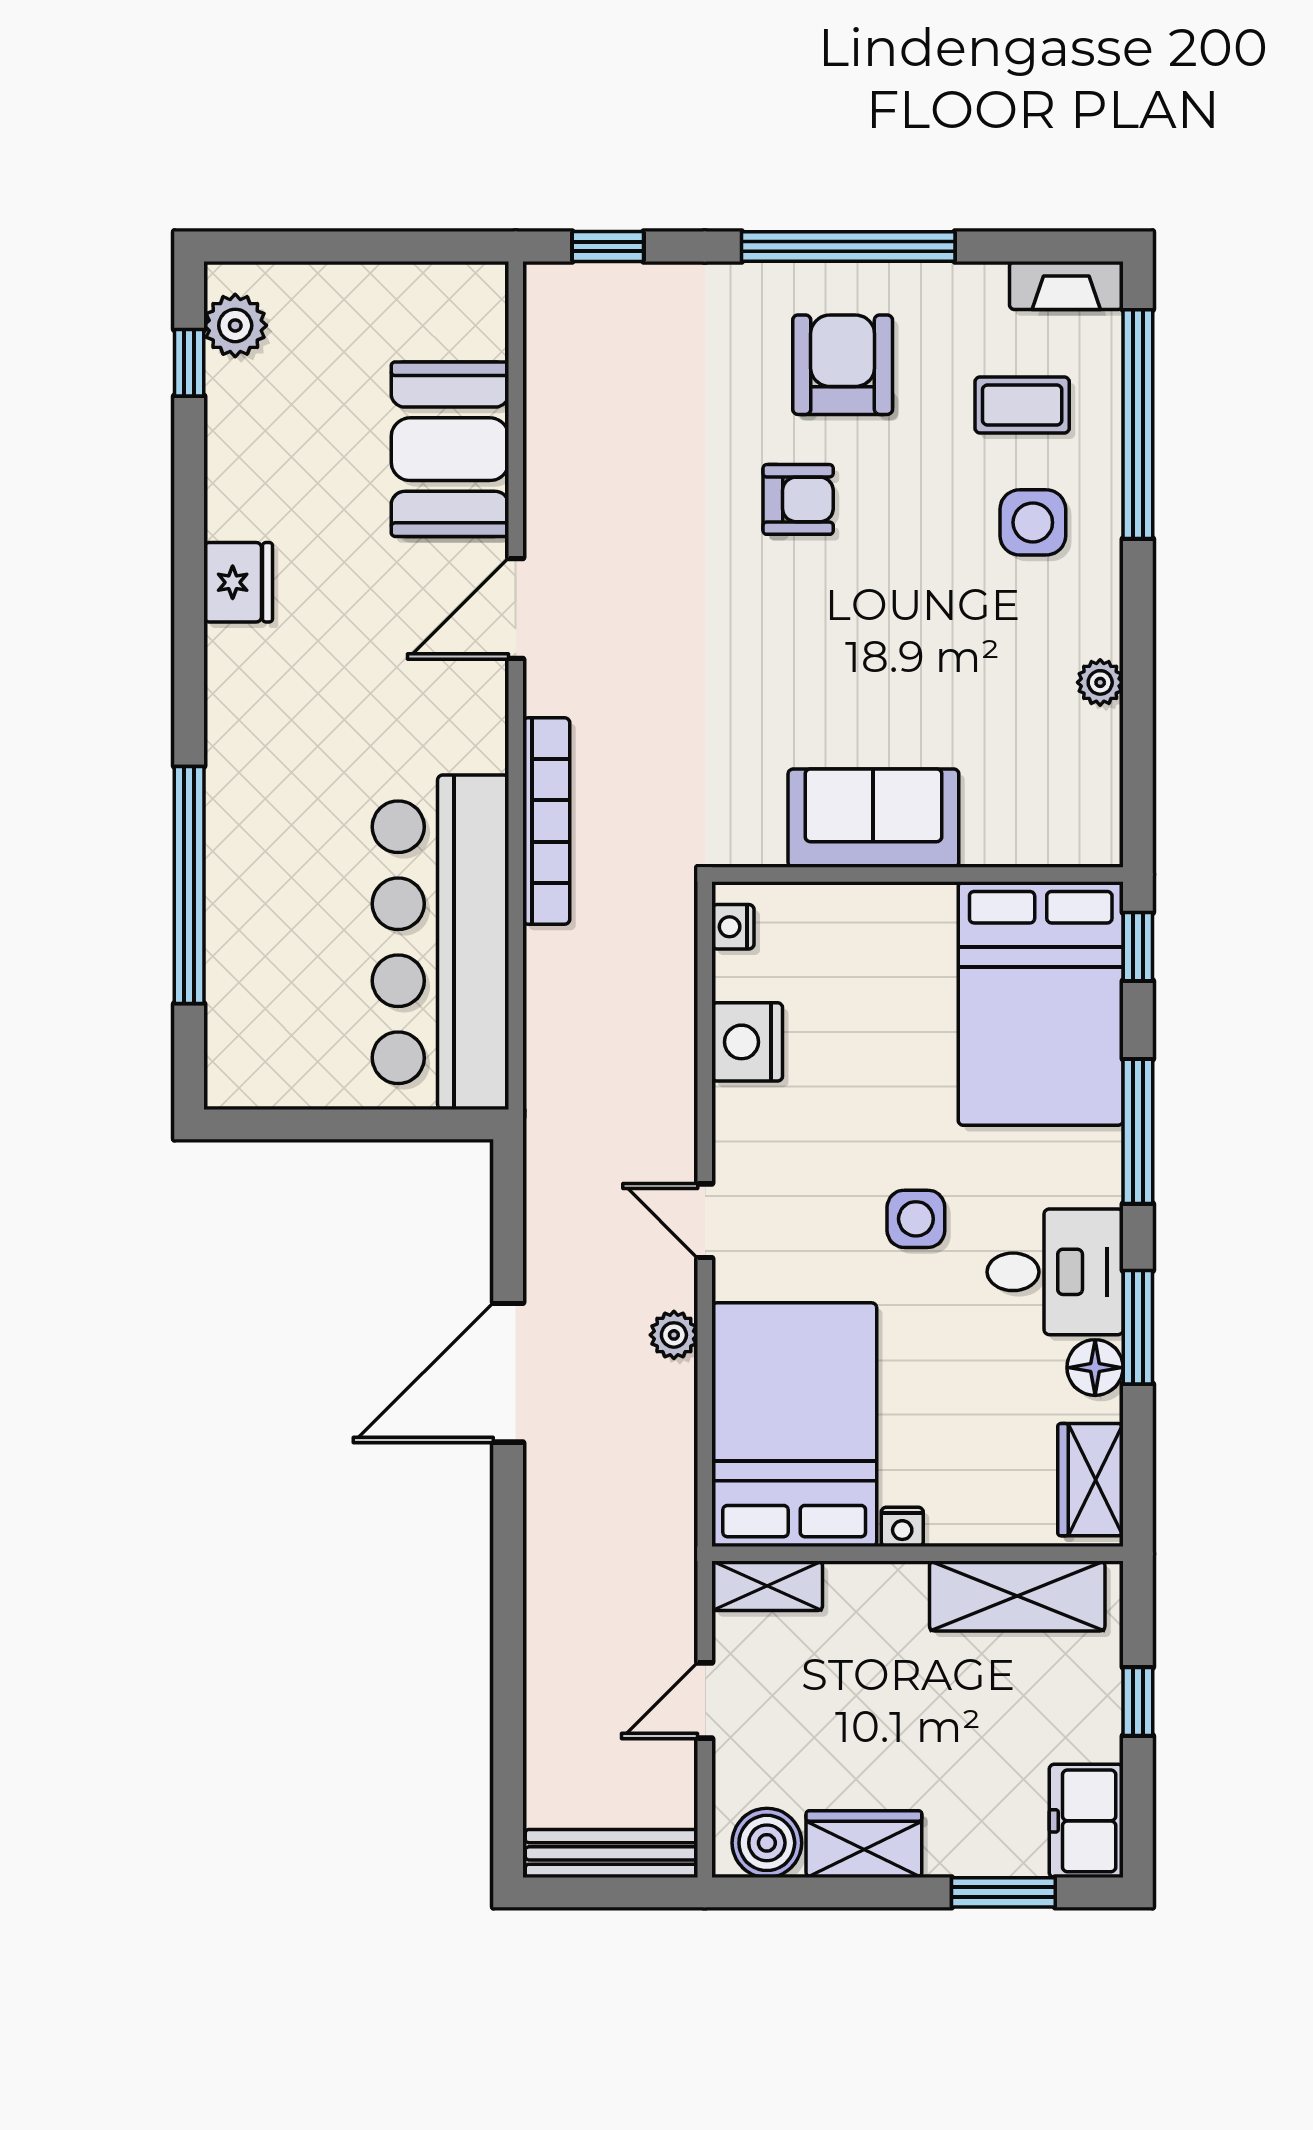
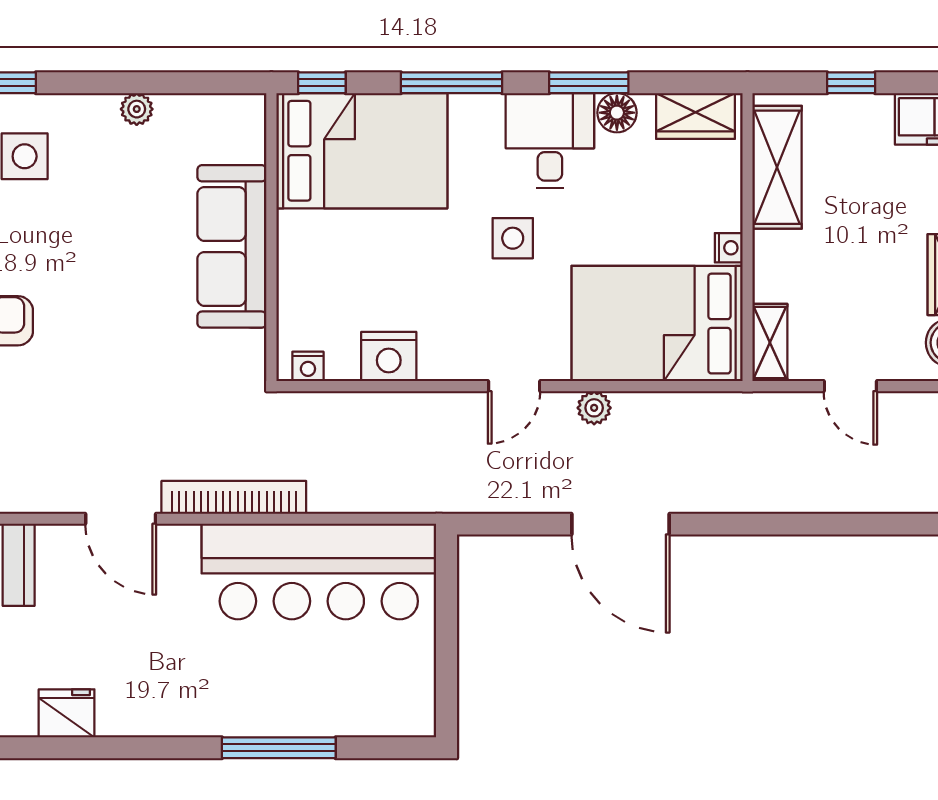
door: (516, 609) -> (121, 519), moved
sofa: (873, 818) -> (232, 246), width x1.36
window: (189, 885) -> (279, 748), width x0.68

